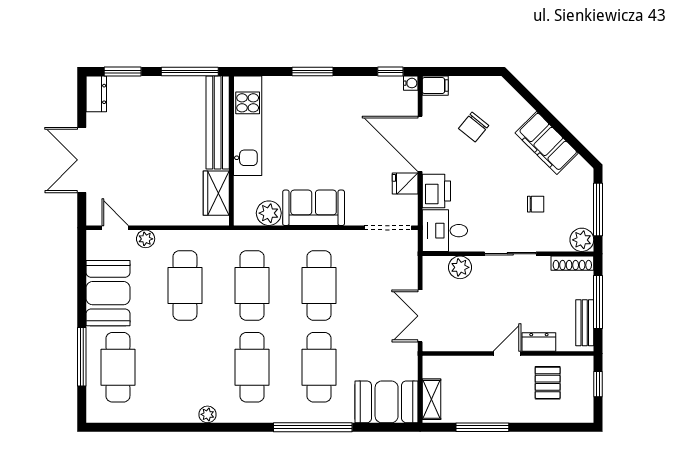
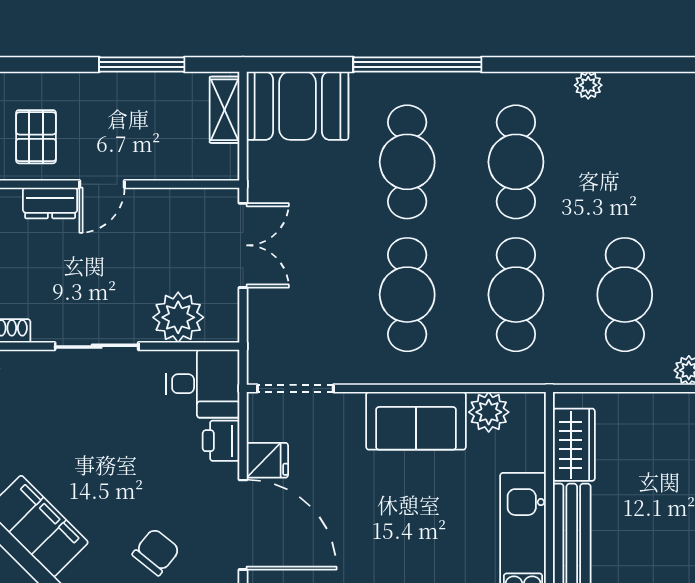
printer: (436, 191) -> (221, 441), width x0.73, depth x0.81
chair: (536, 204) -> (55, 427), removed
plant: (460, 267) -> (178, 317), width x1.36, depth x1.36

